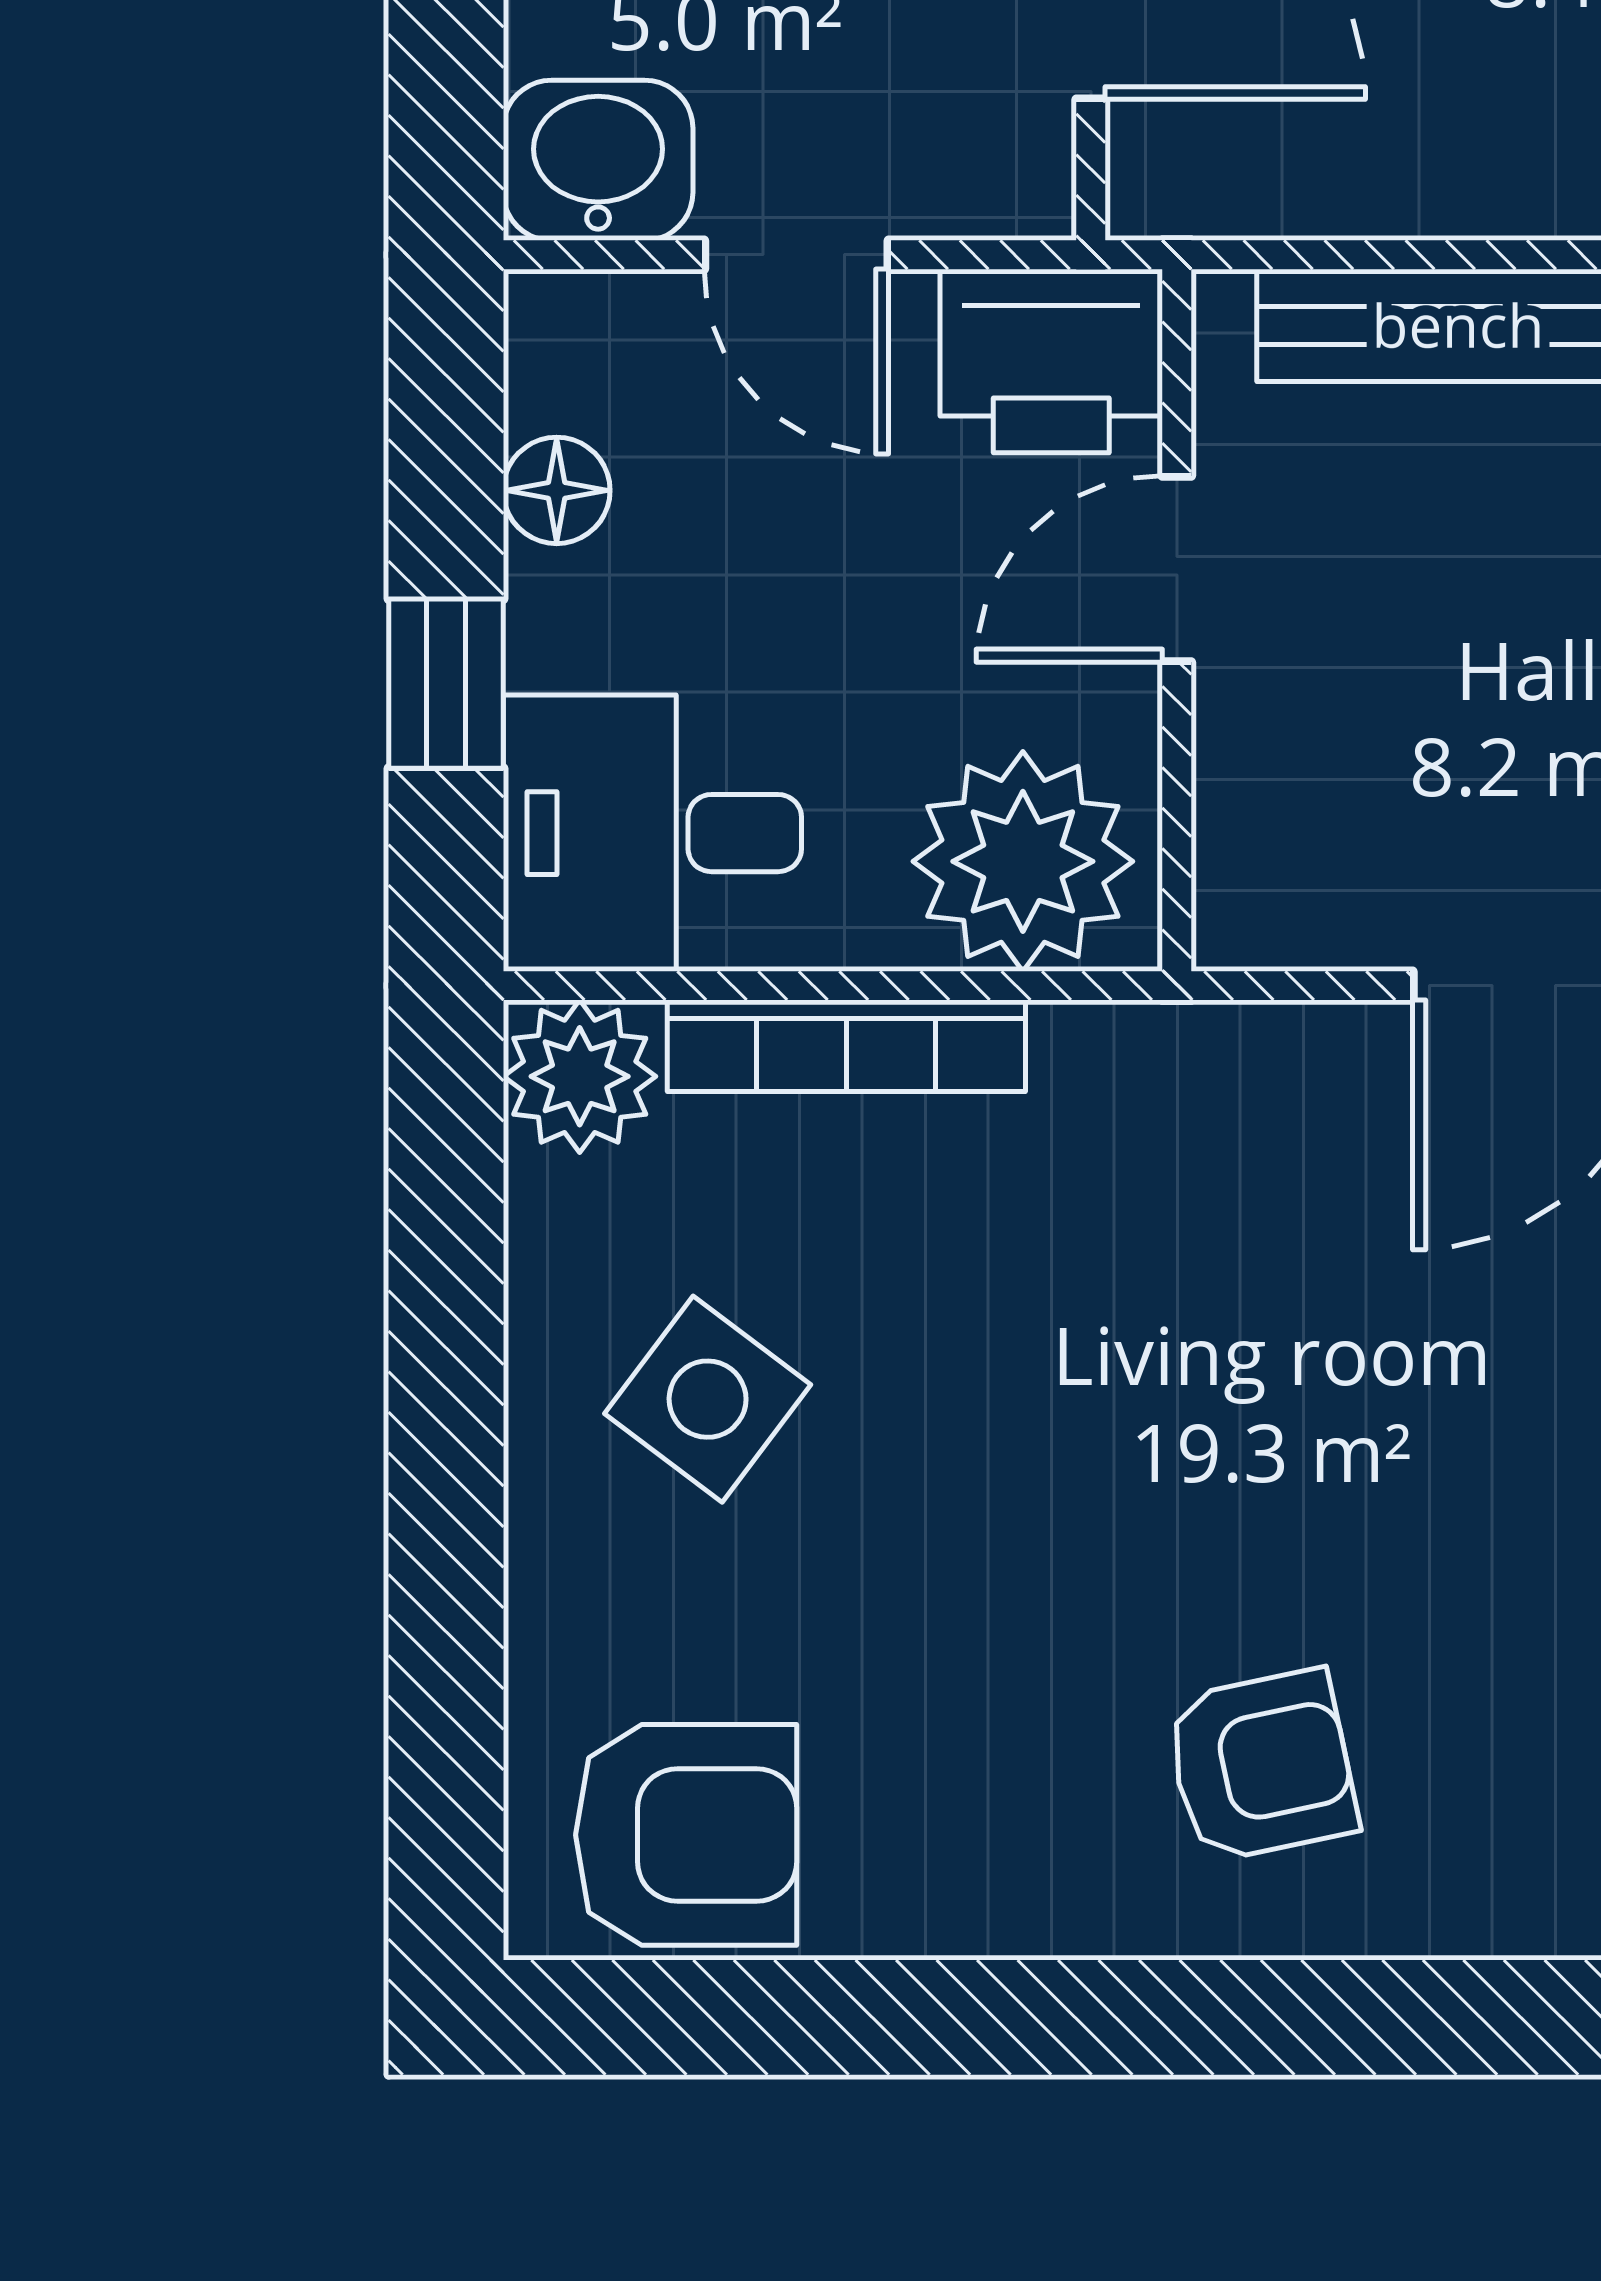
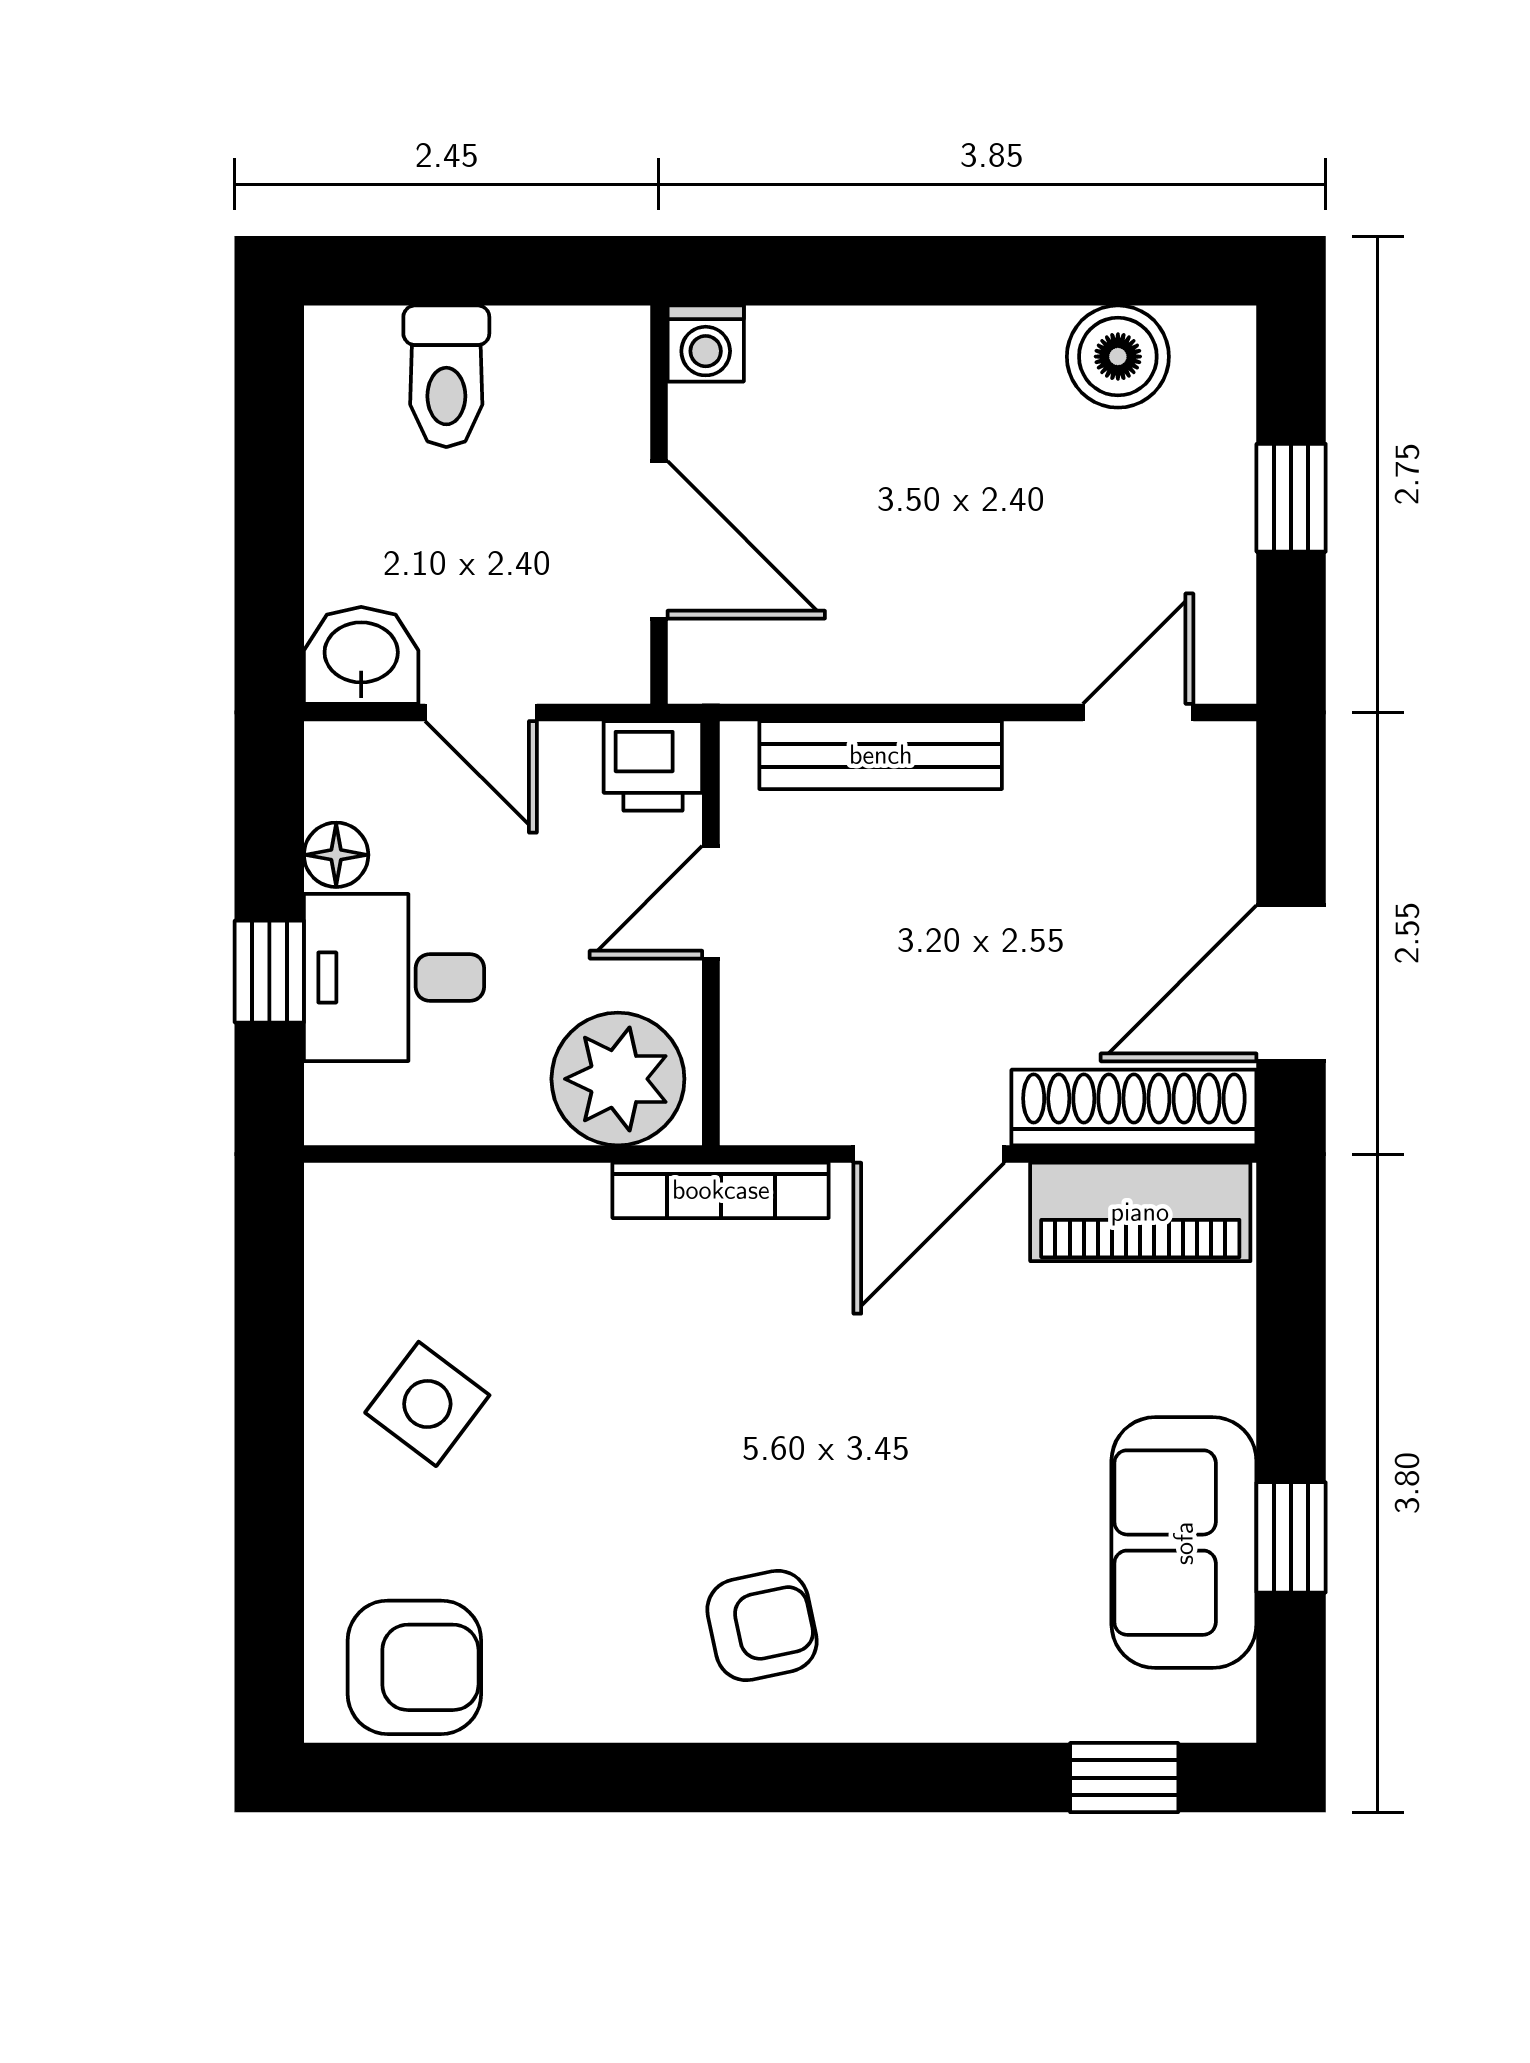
printer: (1051, 361) -> (653, 766), width x0.73, depth x0.81
desk: (652, 833) -> (394, 977), moved
bookcase: (846, 1046) -> (721, 1190), moved
plant: (580, 1076) -> (350, 1209), removed

